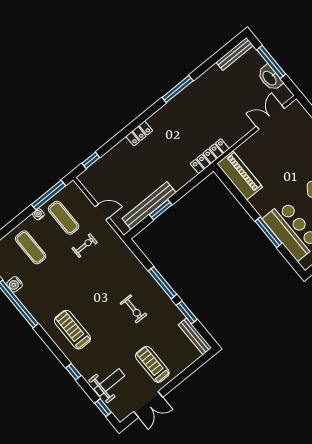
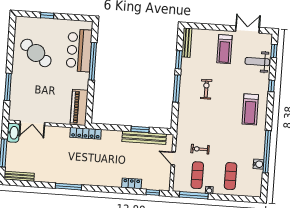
washbasin: (270, 78) -> (13, 133), moved
locker: (139, 133) -> (132, 183), moved
window: (269, 232) -> (93, 61), width x1.46

